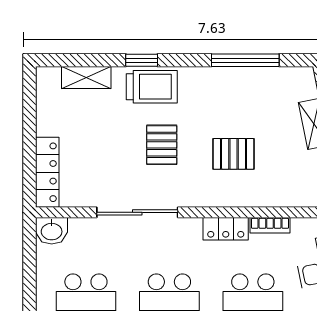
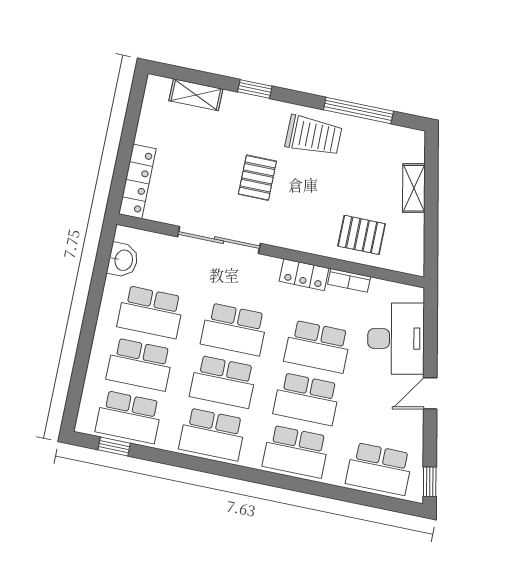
trolley: (152, 87) -> (314, 136), moved
pallet: (234, 154) -> (362, 235), moved
washbasin: (52, 231) -> (123, 260), moved, turned -90

